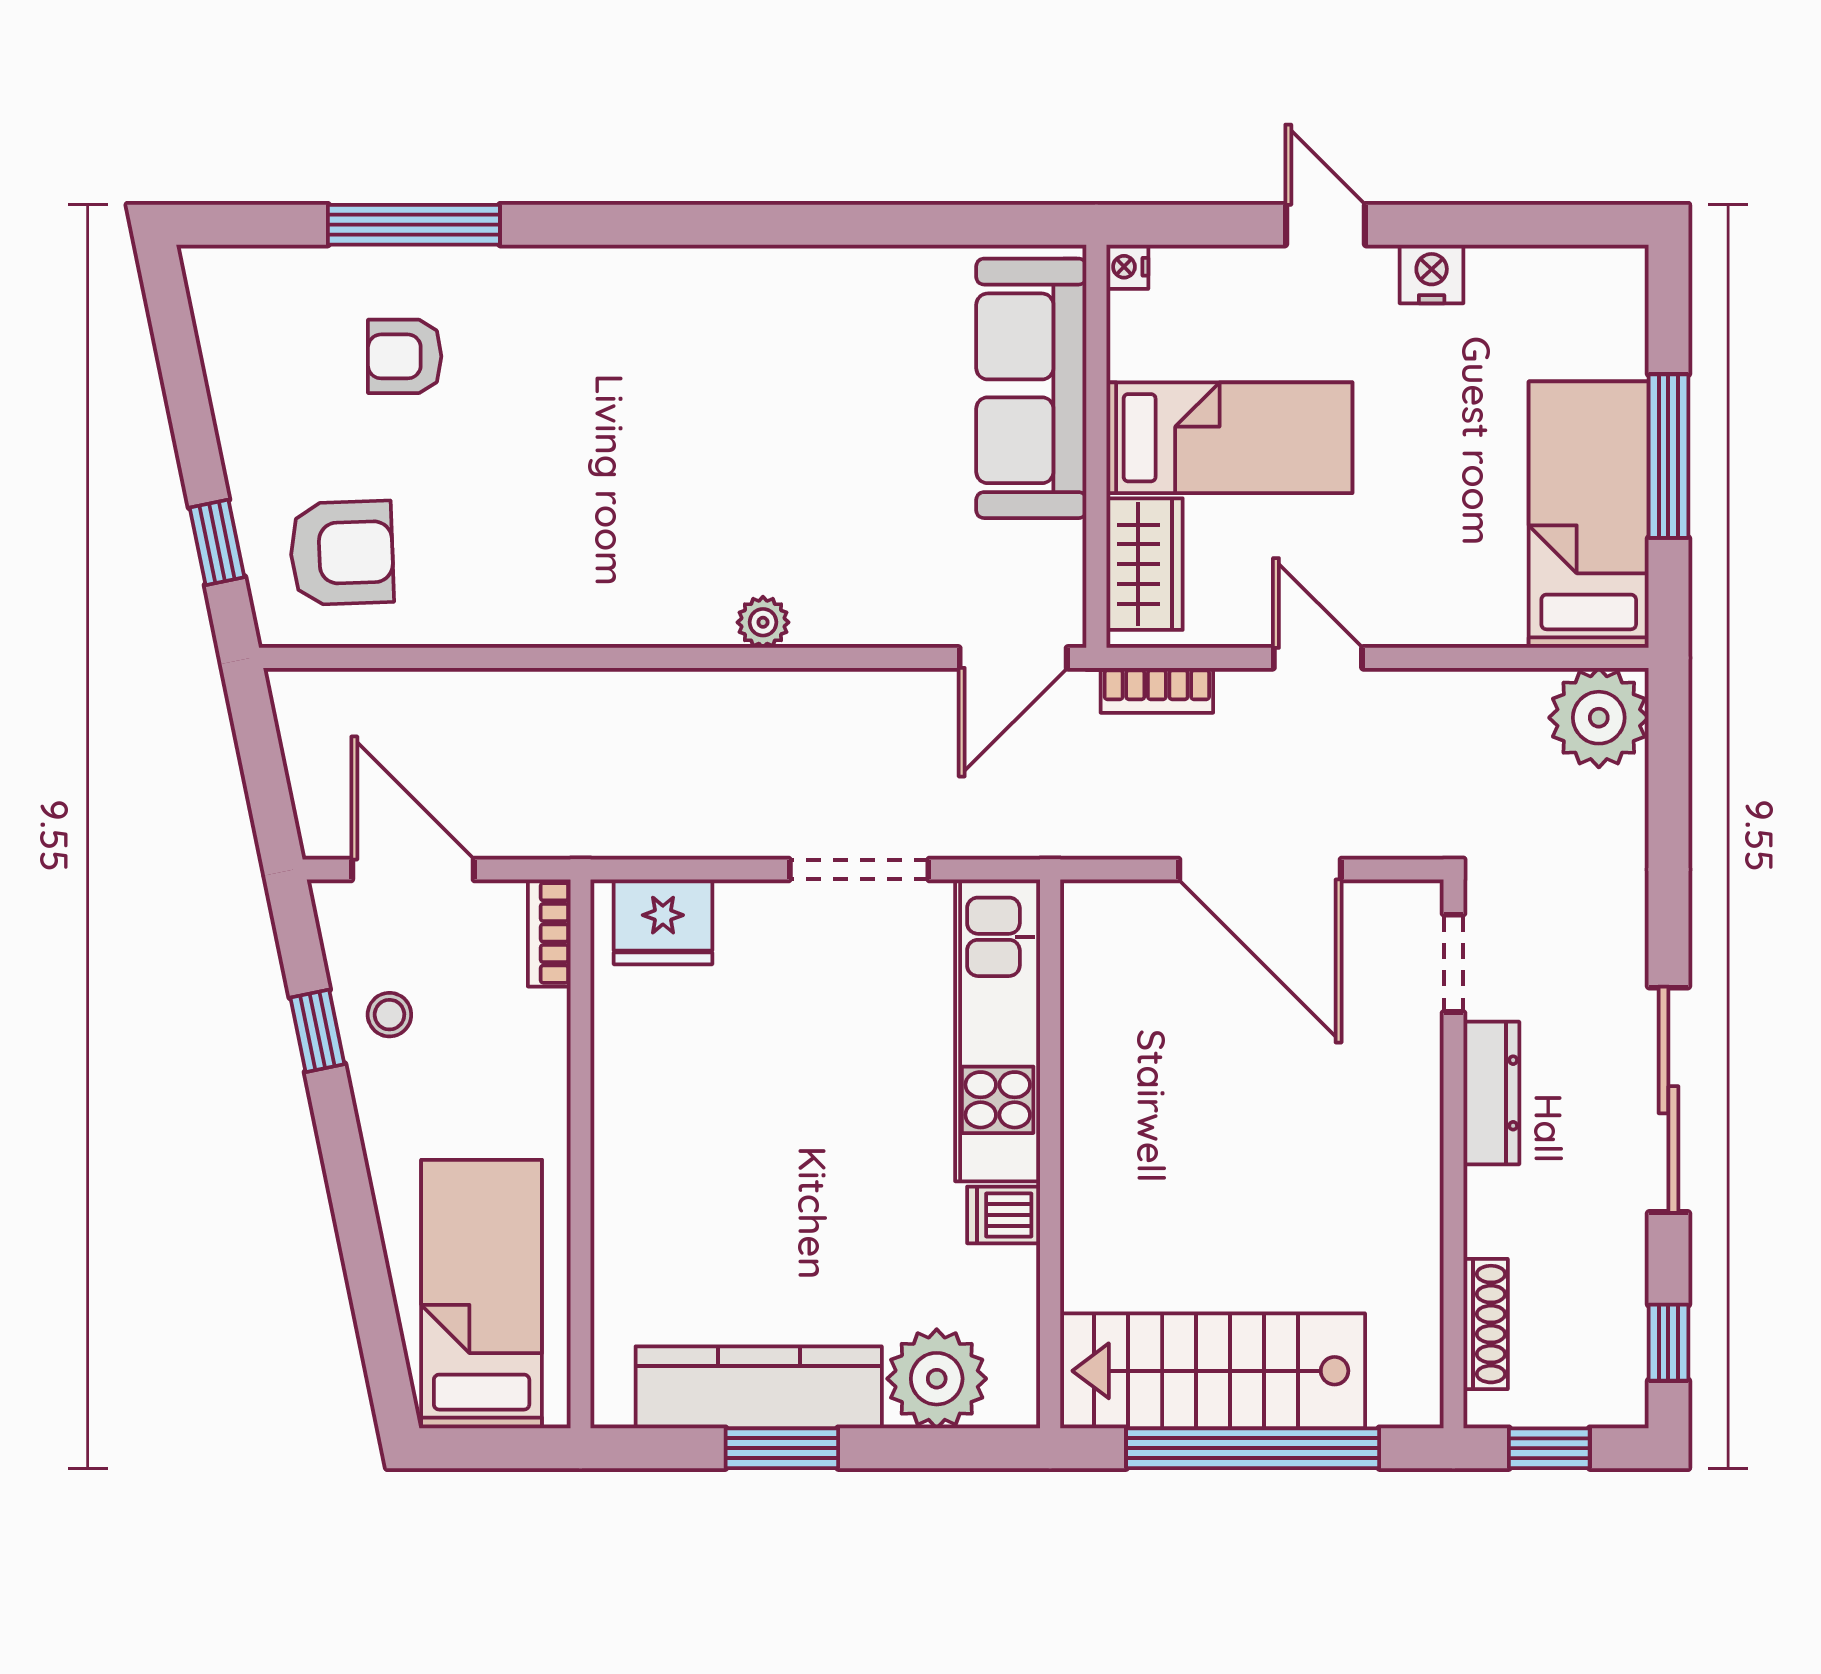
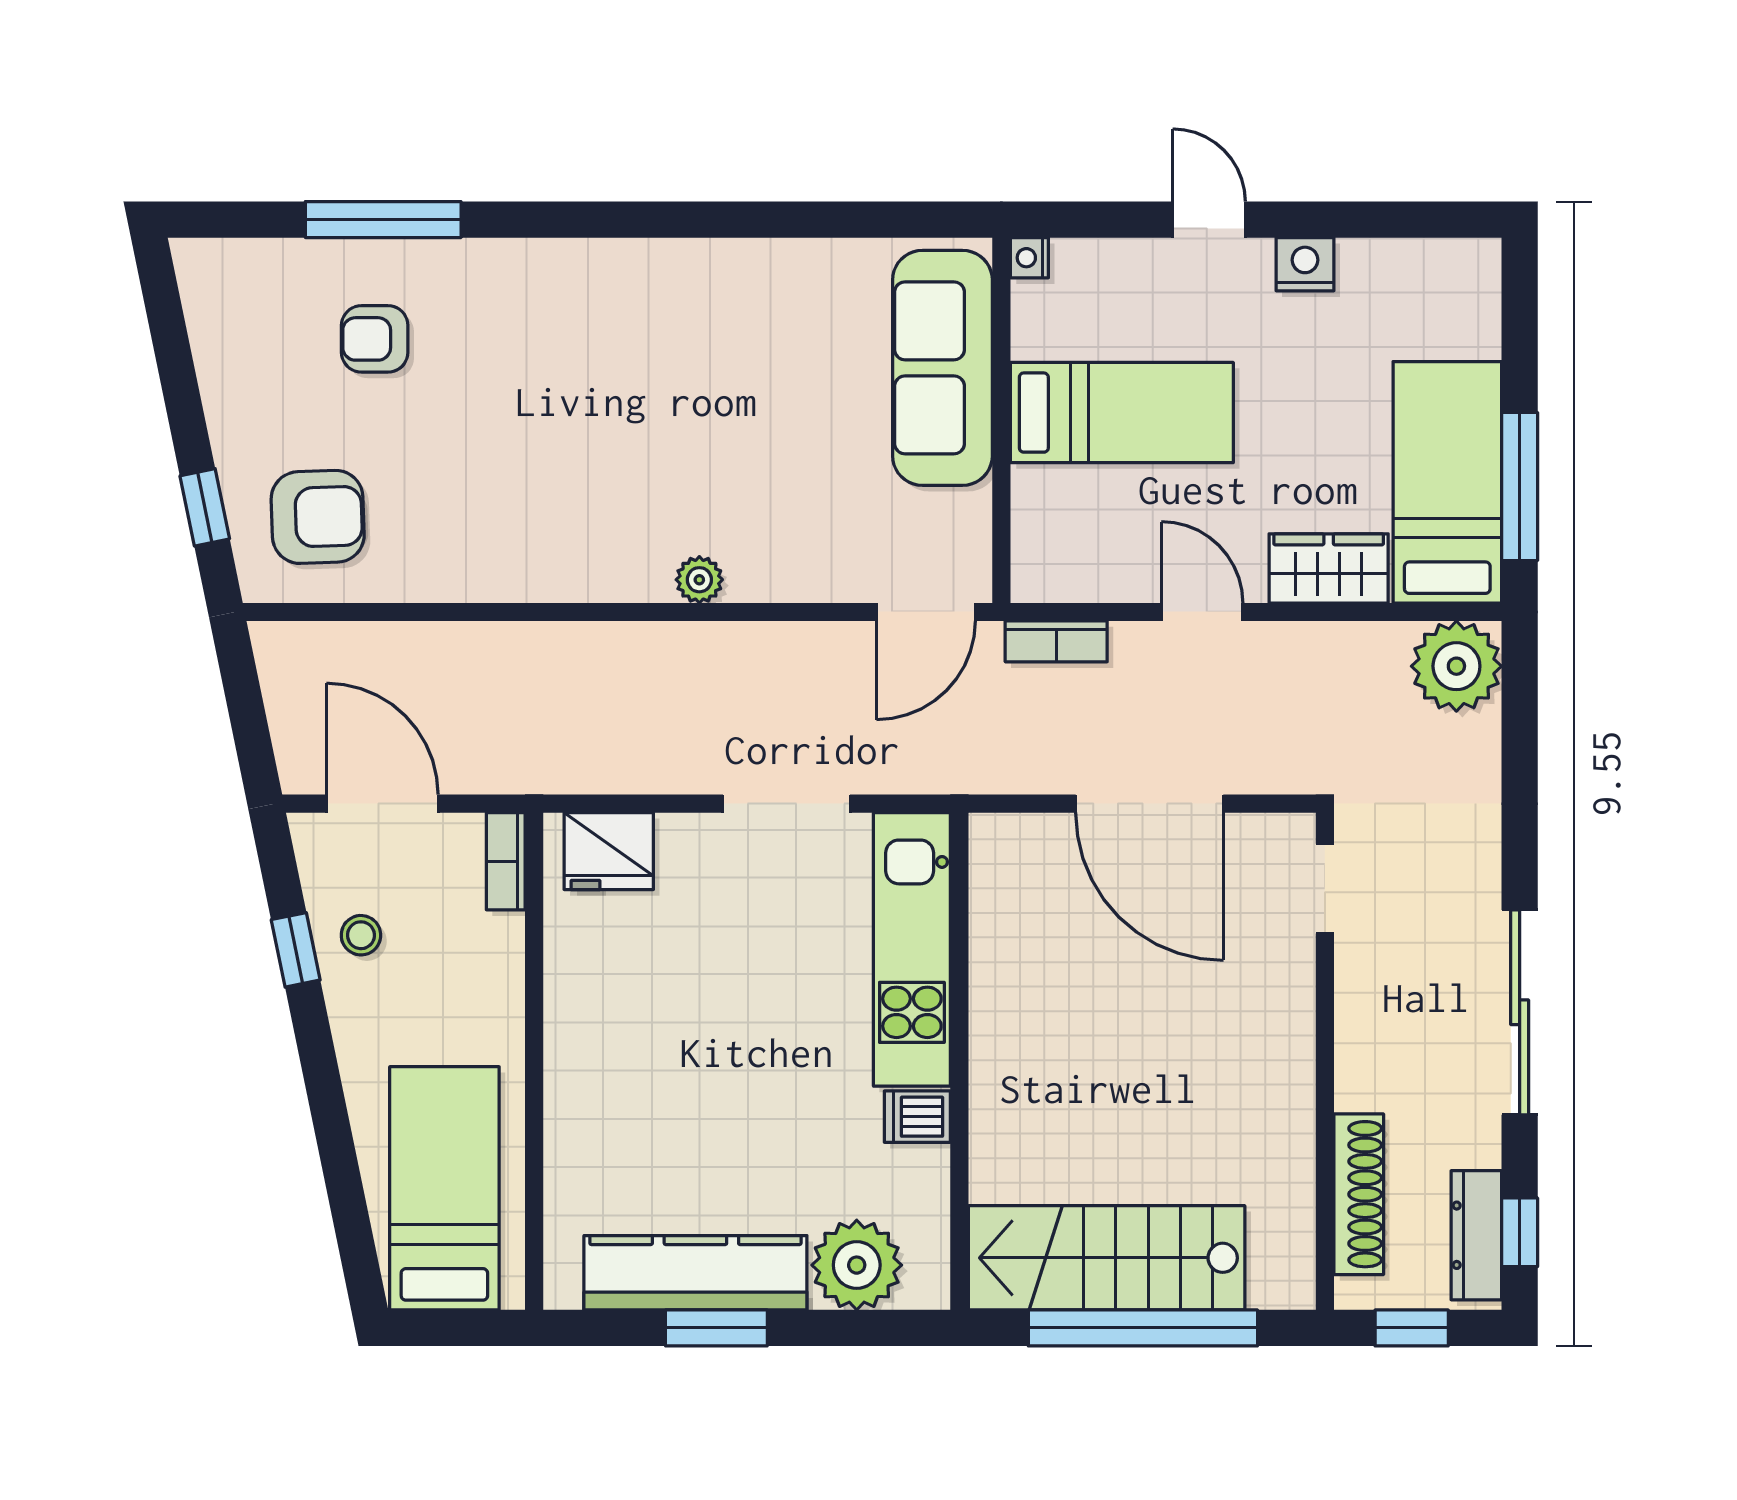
window: (1668, 456) -> (1520, 486), moved
wardrobe: (1144, 564) -> (1329, 568), moved, turned -90
dresser: (1491, 1093) -> (1476, 1235), moved, turned 180
shoe rack: (1486, 1324) -> (1359, 1194), width x1.36, depth x1.24

